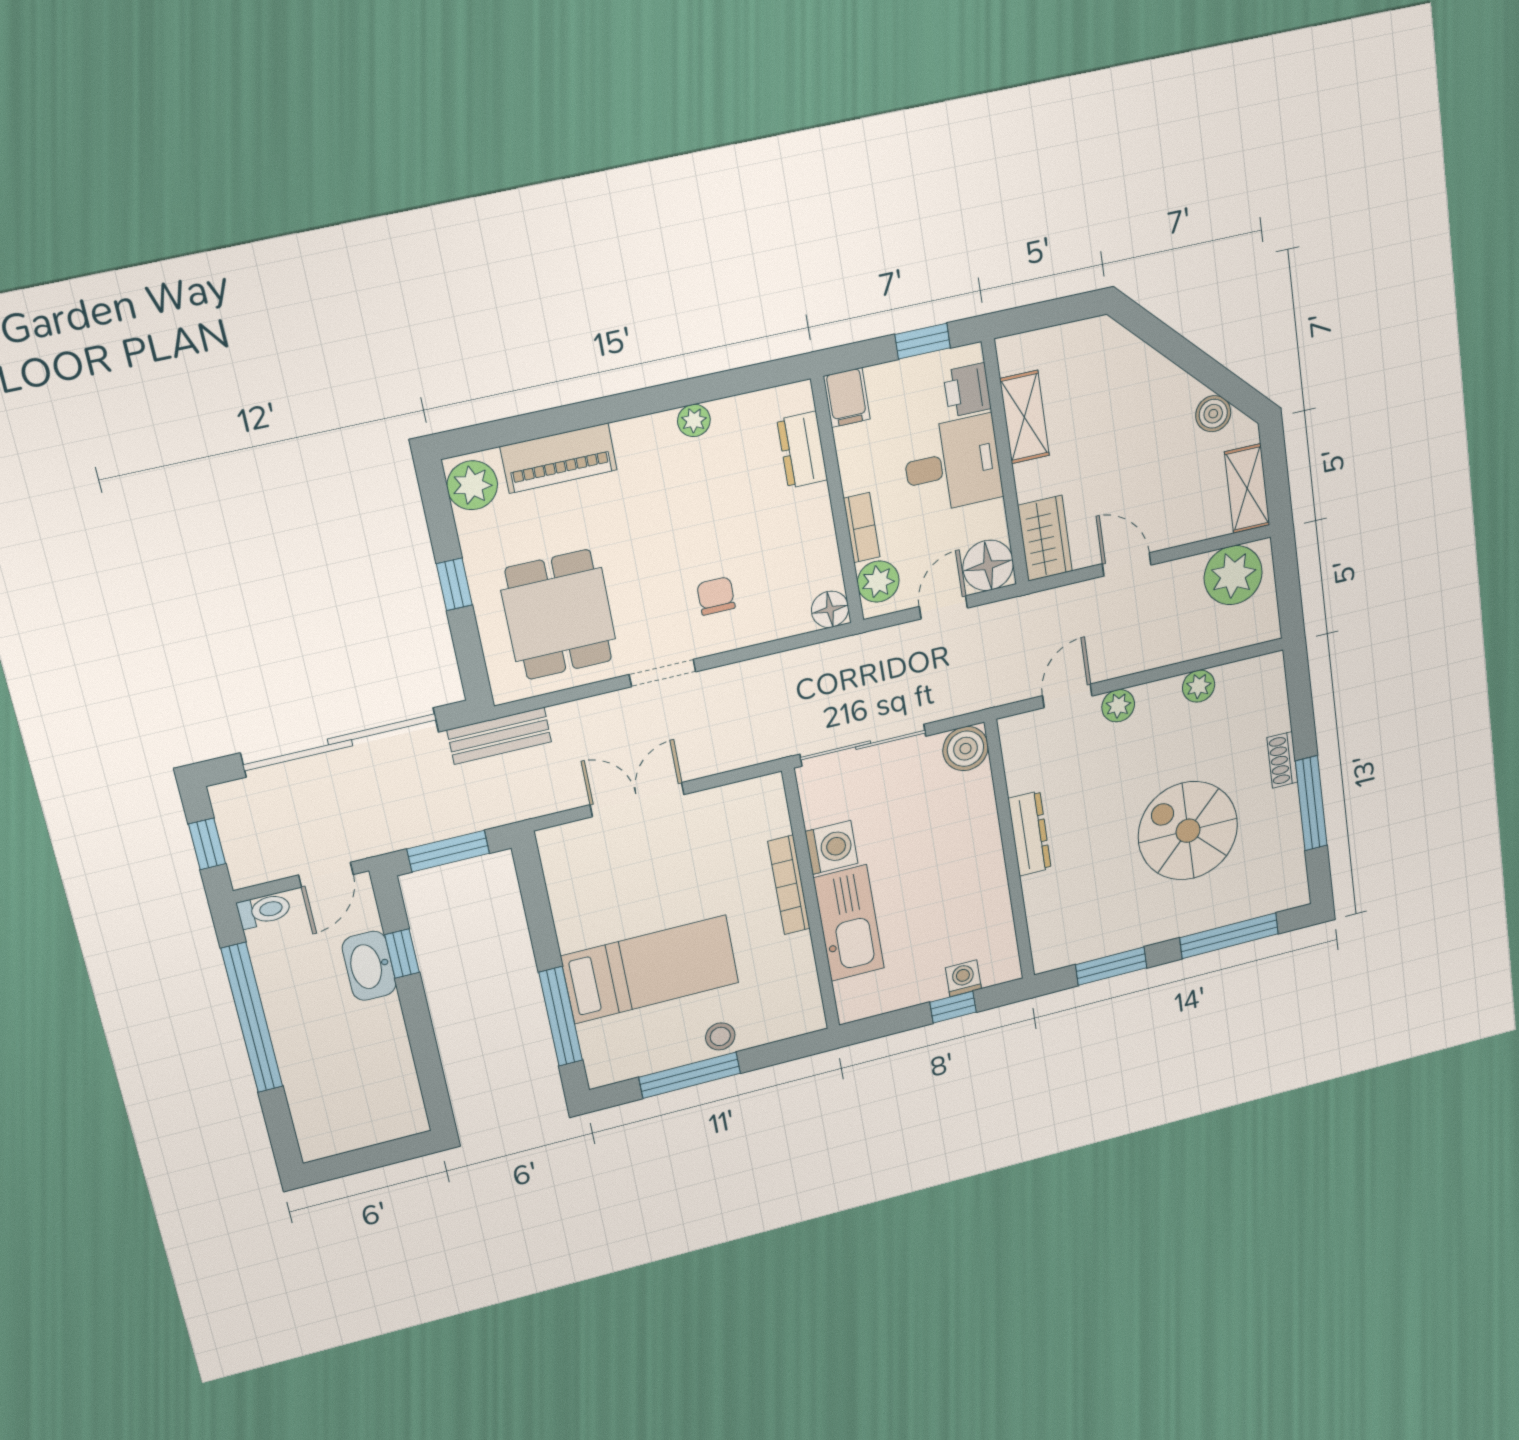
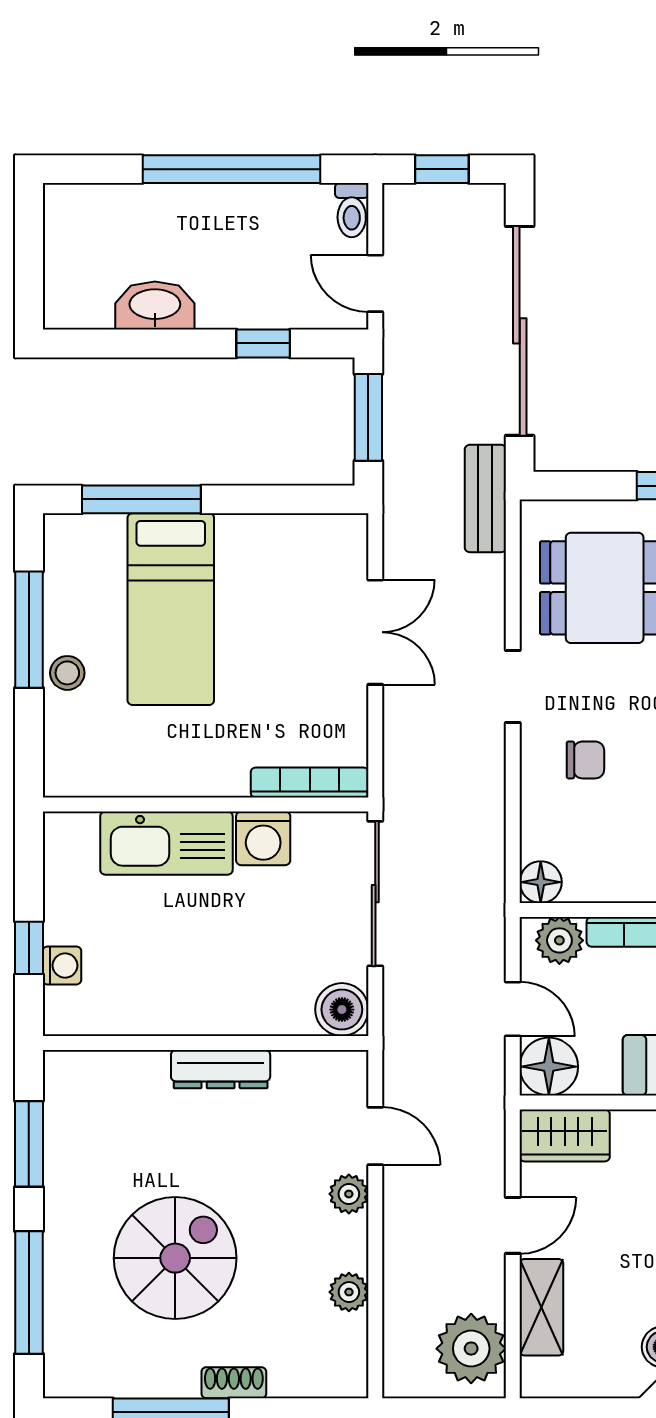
shelving: (1247, 489) -> (541, 1307), moved, turned 90
bookcase: (789, 885) -> (310, 782), moved
washbasin: (369, 966) -> (155, 306), moved

